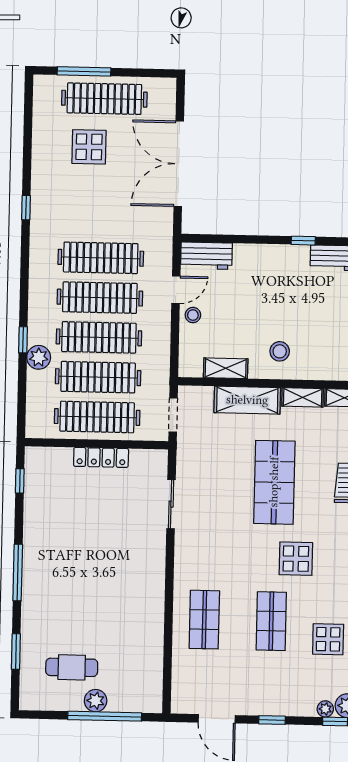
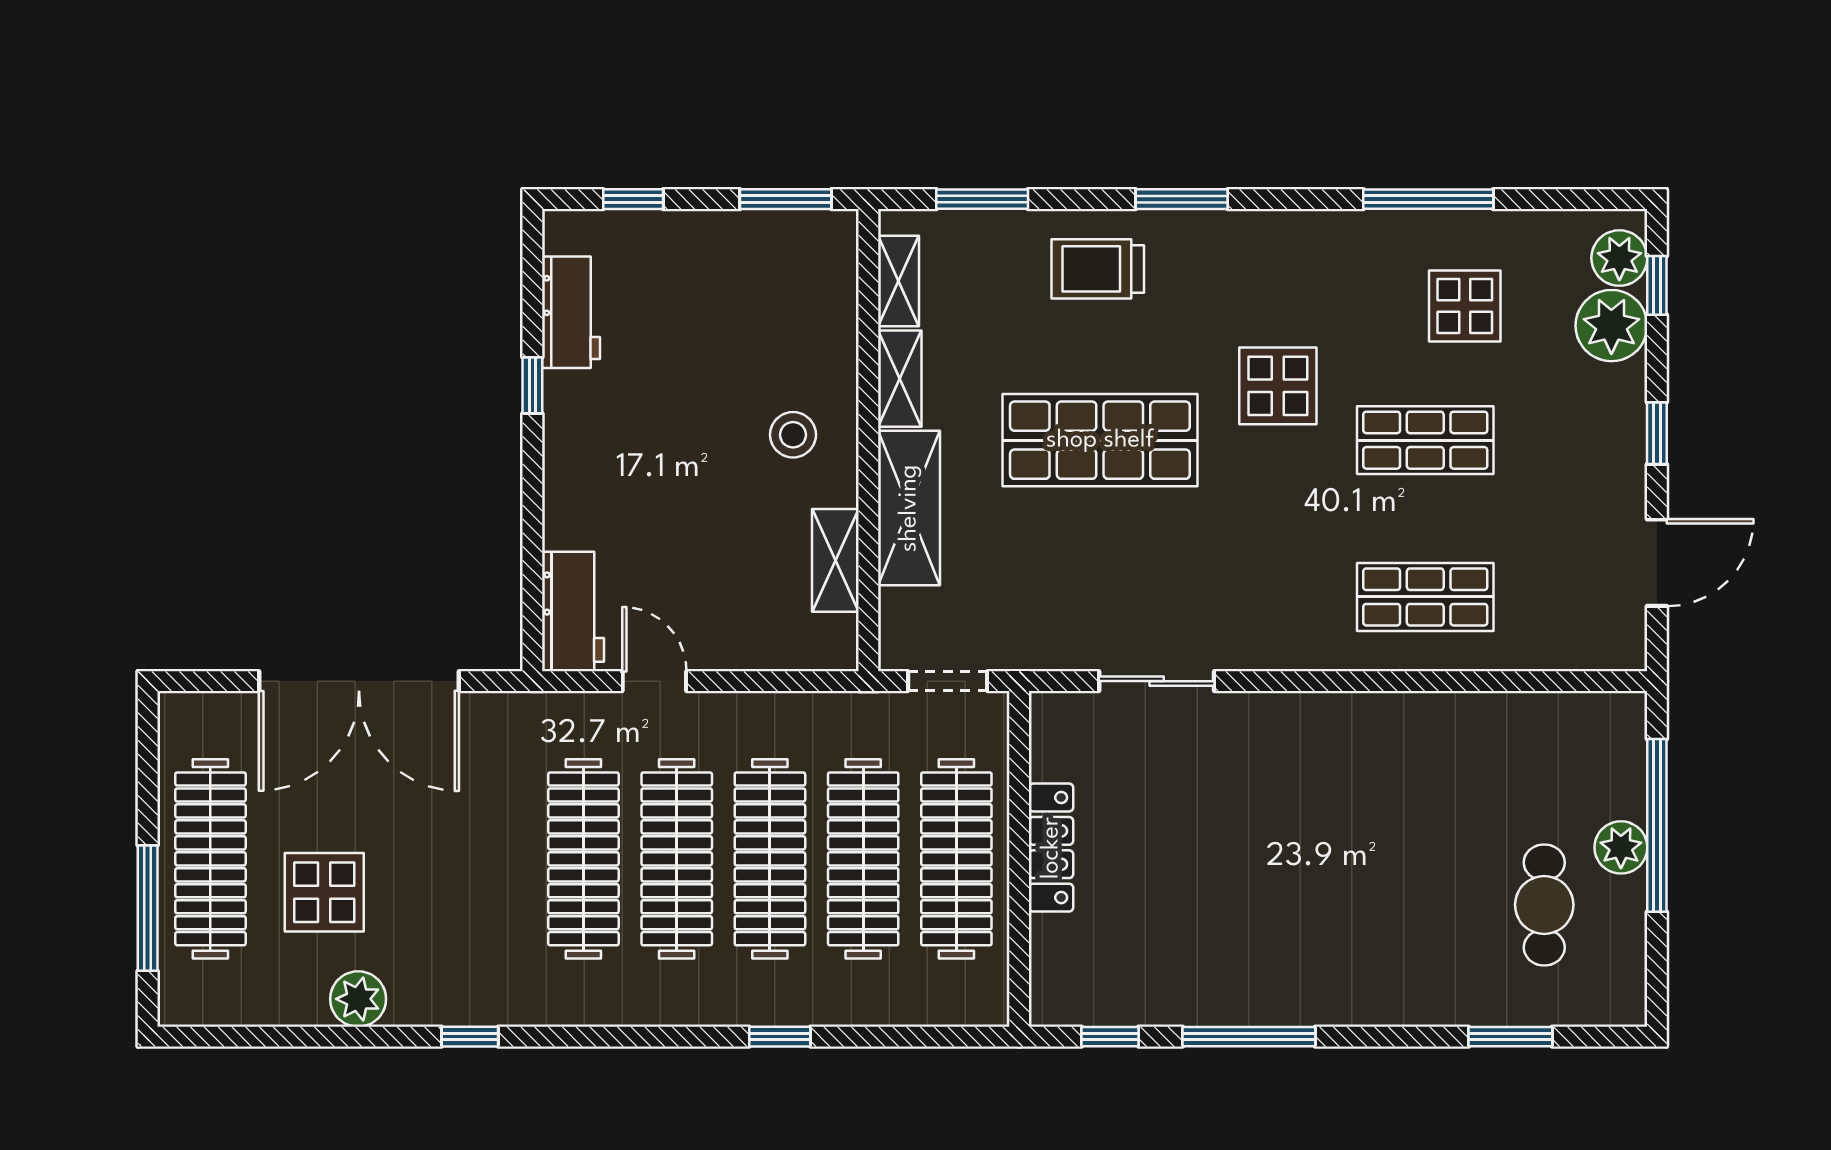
stool: (193, 315) -> (713, 640), removed
plant: (39, 357) -> (358, 999), moved
window: (18, 573) -> (1249, 1037), moved
plant: (325, 709) -> (1611, 326), width x1.88, depth x1.88

